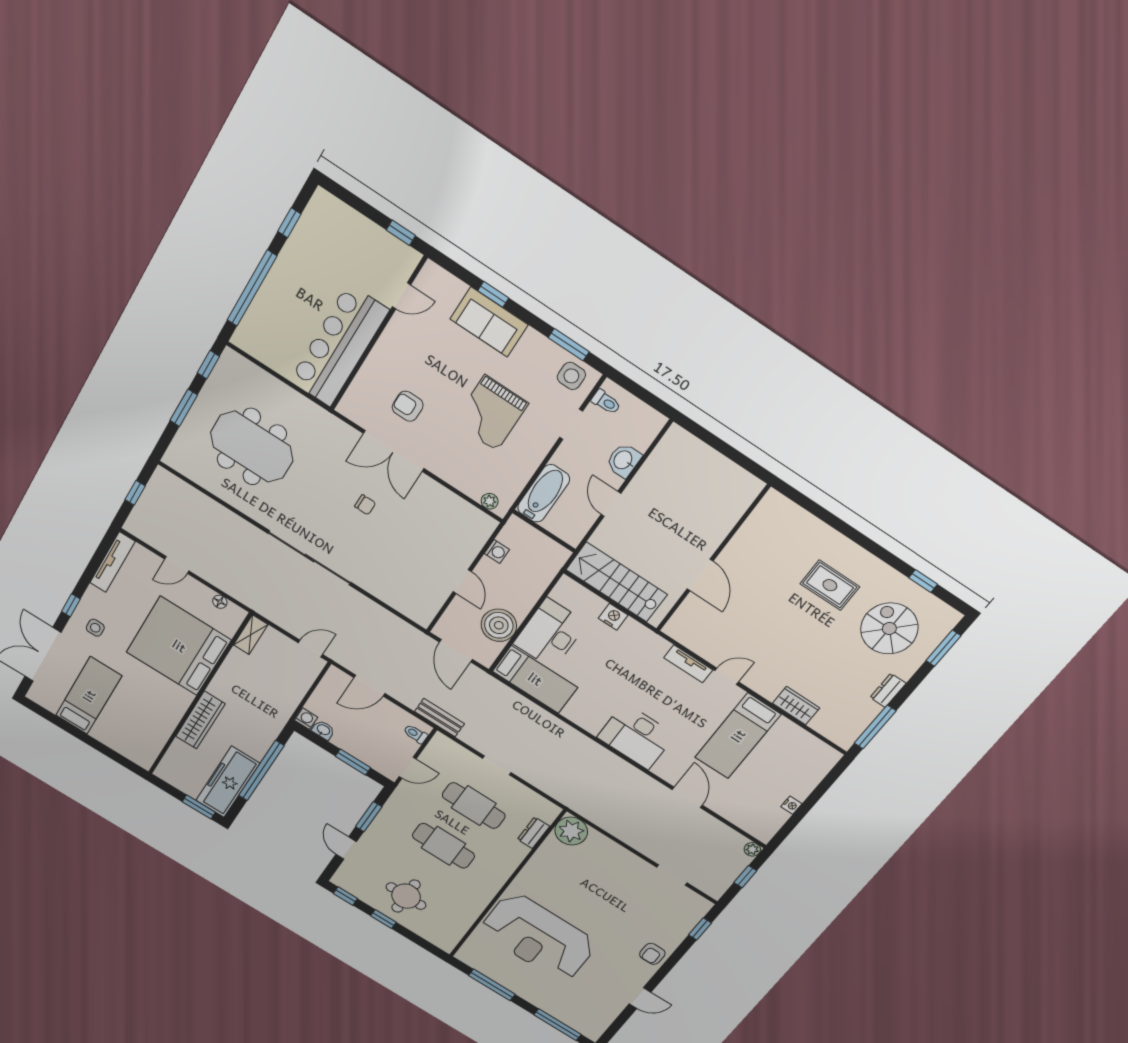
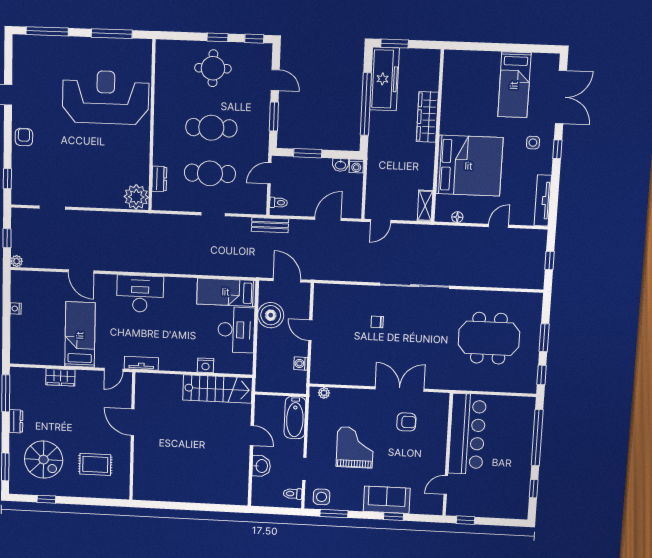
chair: (365, 505) -> (377, 322), moved
wall: (712, 559) -> (132, 436), moved
door: (700, 575) -> (133, 422), moved

